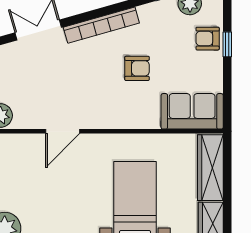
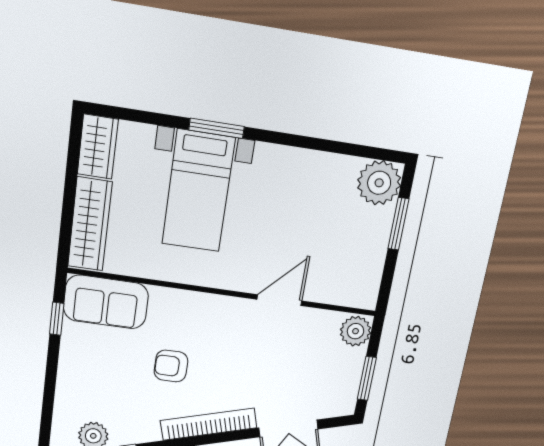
armchair: (208, 39) -> (75, 391), removed
window: (227, 44) -> (57, 319), moved

